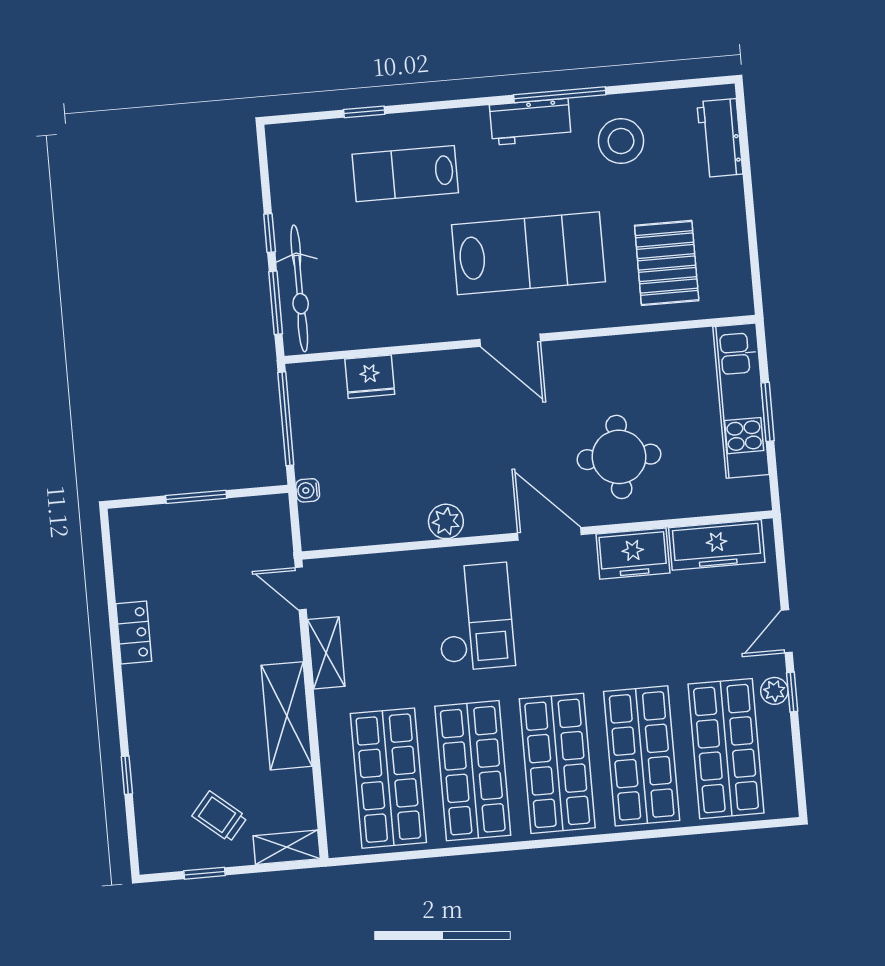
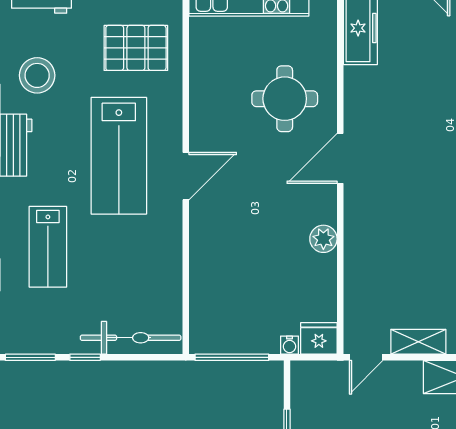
lab bench: (528, 253) -> (119, 156), turned 180
window: (276, 303) -> (30, 357), moved
fridge: (370, 377) -> (319, 338), moved, turned -90
freezer: (633, 554) -> (361, 94), removed
checkout: (475, 617) -> (400, 223), removed

